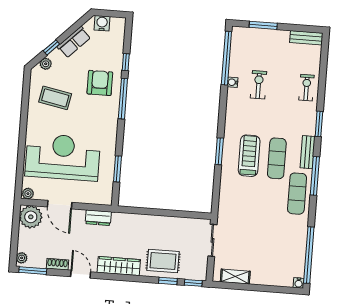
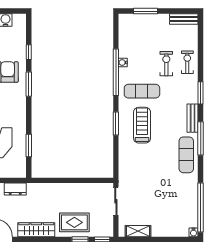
window: (226, 58) -> (116, 72), moved
exercise bike: (259, 85) -> (166, 64), moved
window: (123, 99) -> (29, 84), width x0.69
exercise mat: (277, 158) -> (142, 91), moved, turned 90

